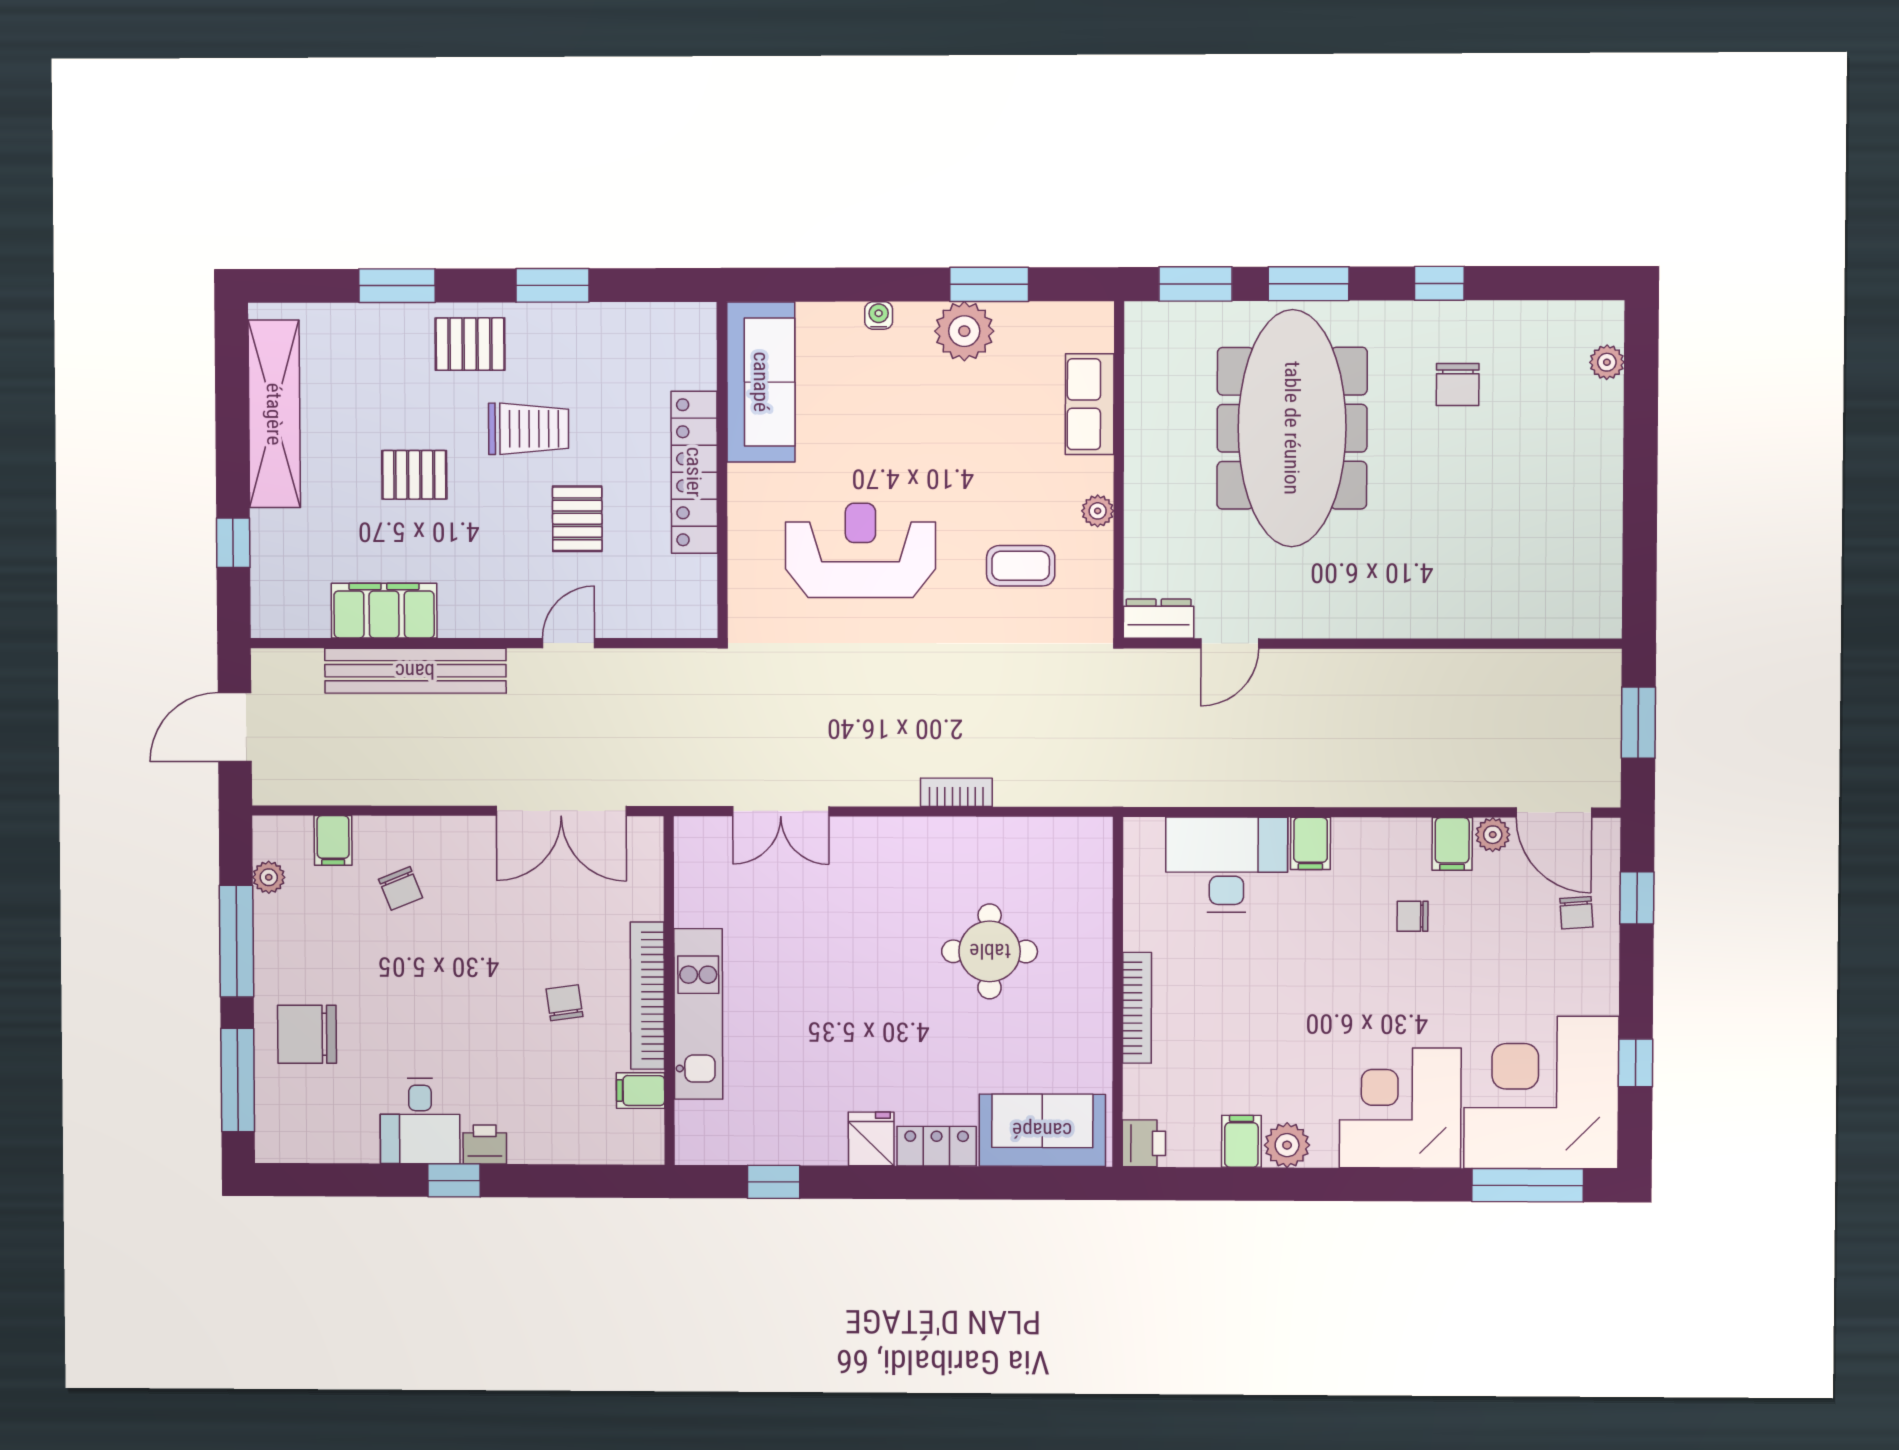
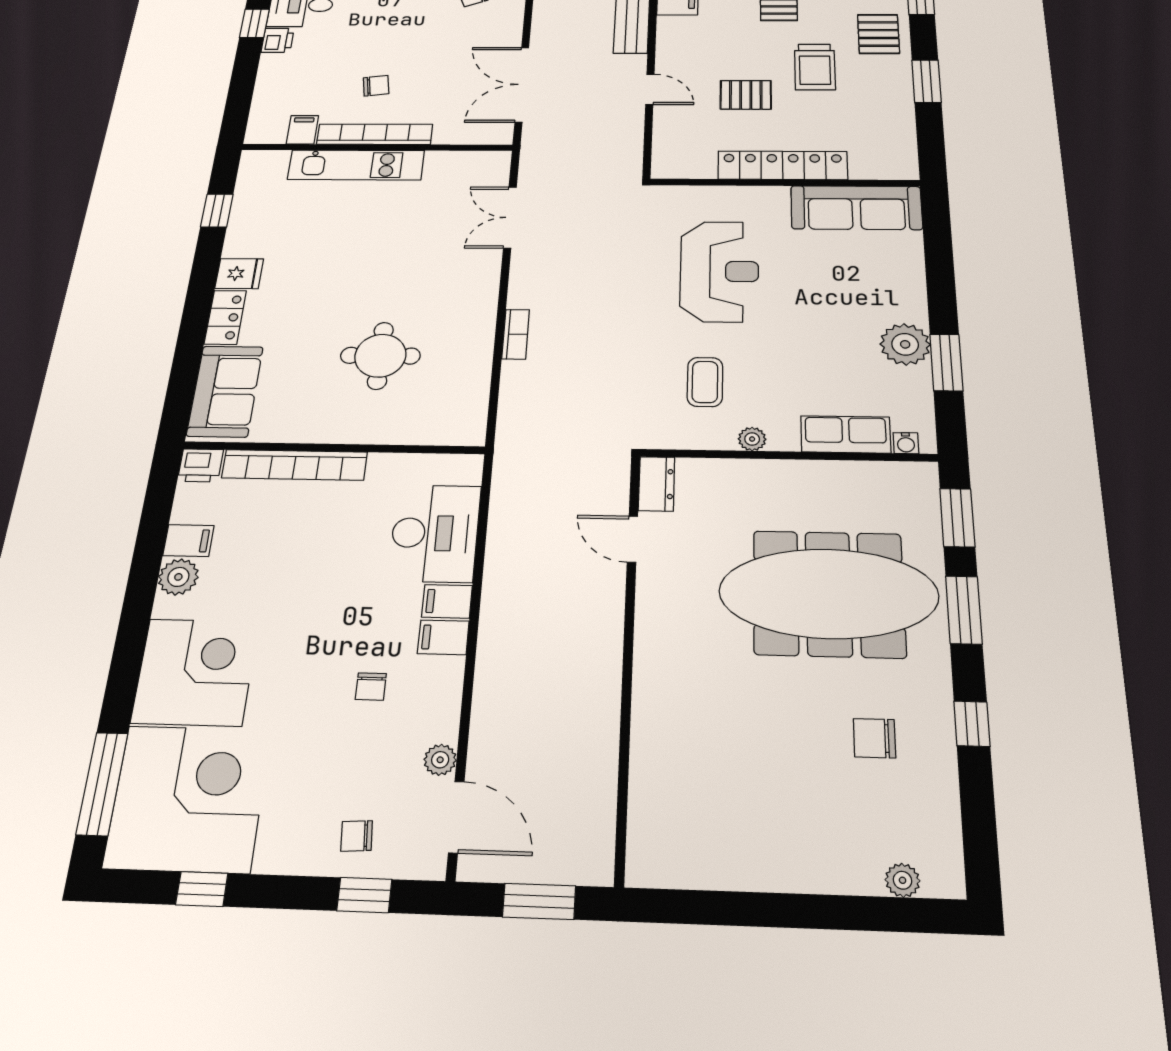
water cooler: (879, 315) -> (906, 443), moved, turned 90
door: (1554, 813) -> (456, 817), swing flipped
filing cabinet: (1452, 844) -> (443, 637), moved
chair: (1413, 916) -> (371, 687), turned 180
bookcase: (1137, 1008) -> (294, 465), width x1.48, depth x1.31

